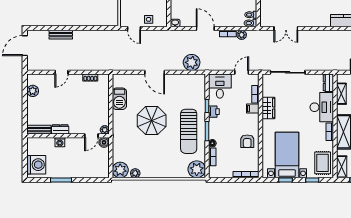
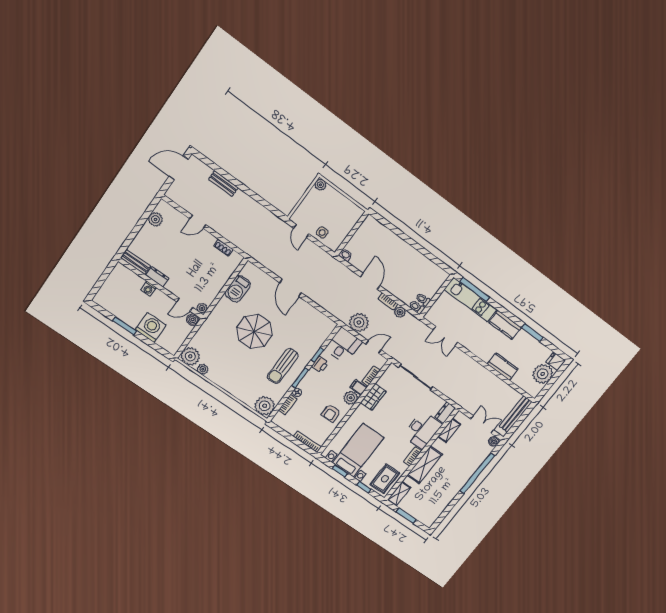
plant: (192, 62) -> (359, 322), moved
plant: (253, 120) -> (351, 398), added
sun lounger: (189, 131) -> (283, 366), width x0.73, depth x0.75
washing machine: (36, 165) -> (151, 327), moved, turned -90

